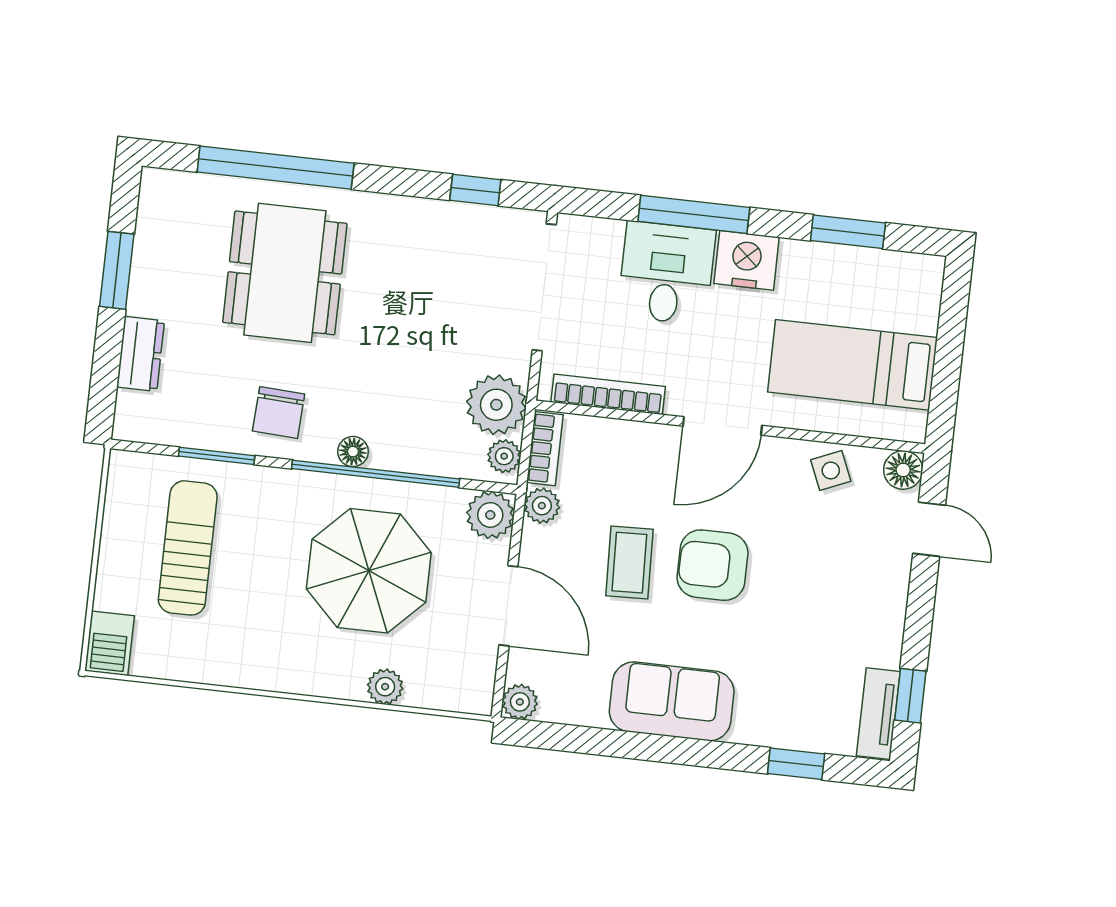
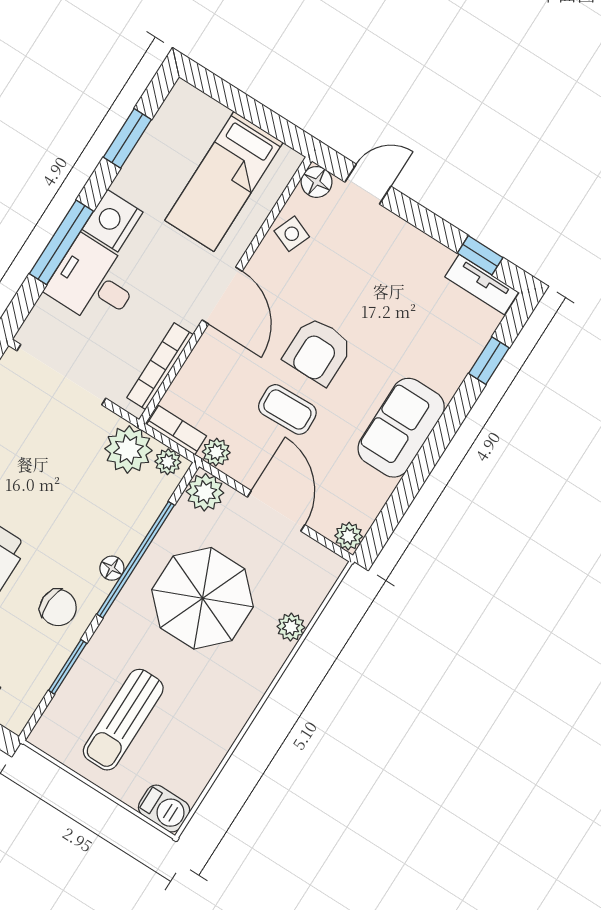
side table: (831, 471) -> (292, 234), turned 45
sun lounger: (188, 548) -> (123, 720), turned -90
door: (508, 606) -> (276, 511), hinge flipped

